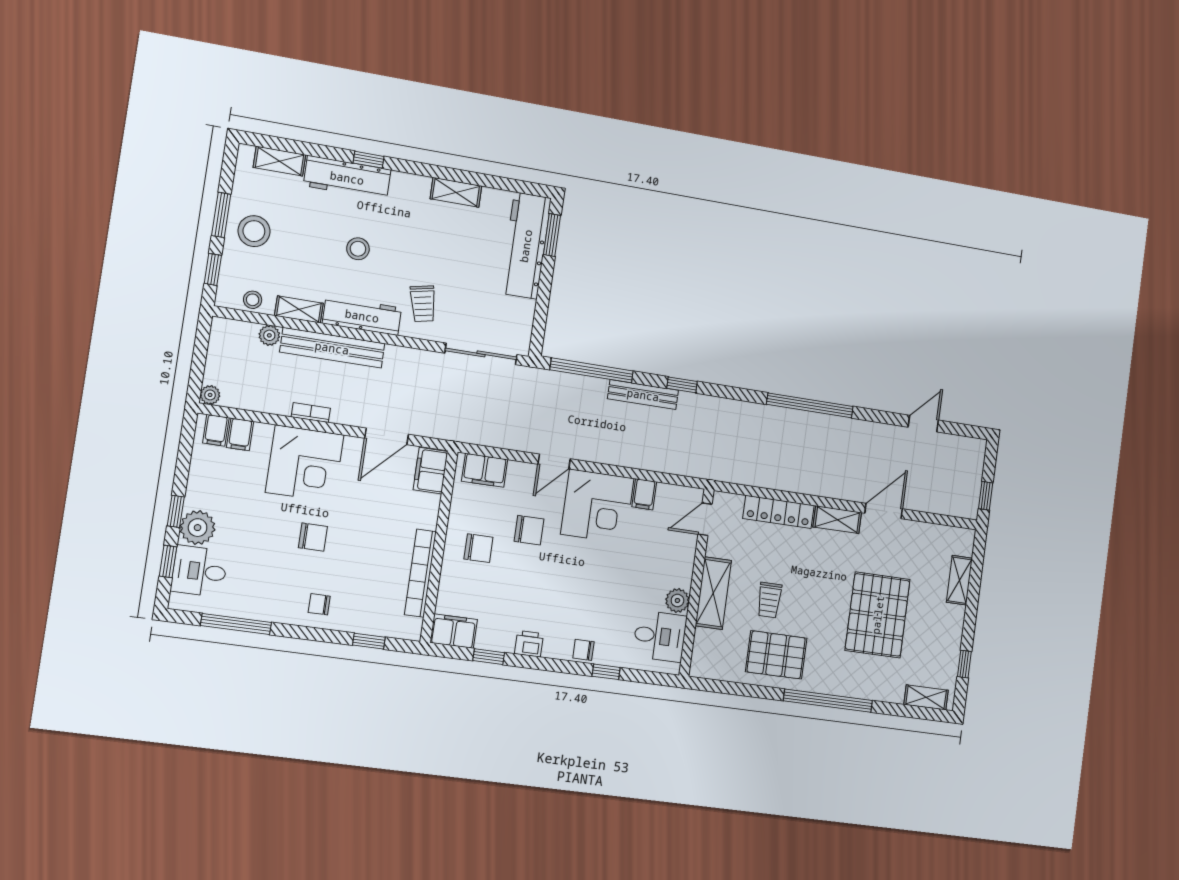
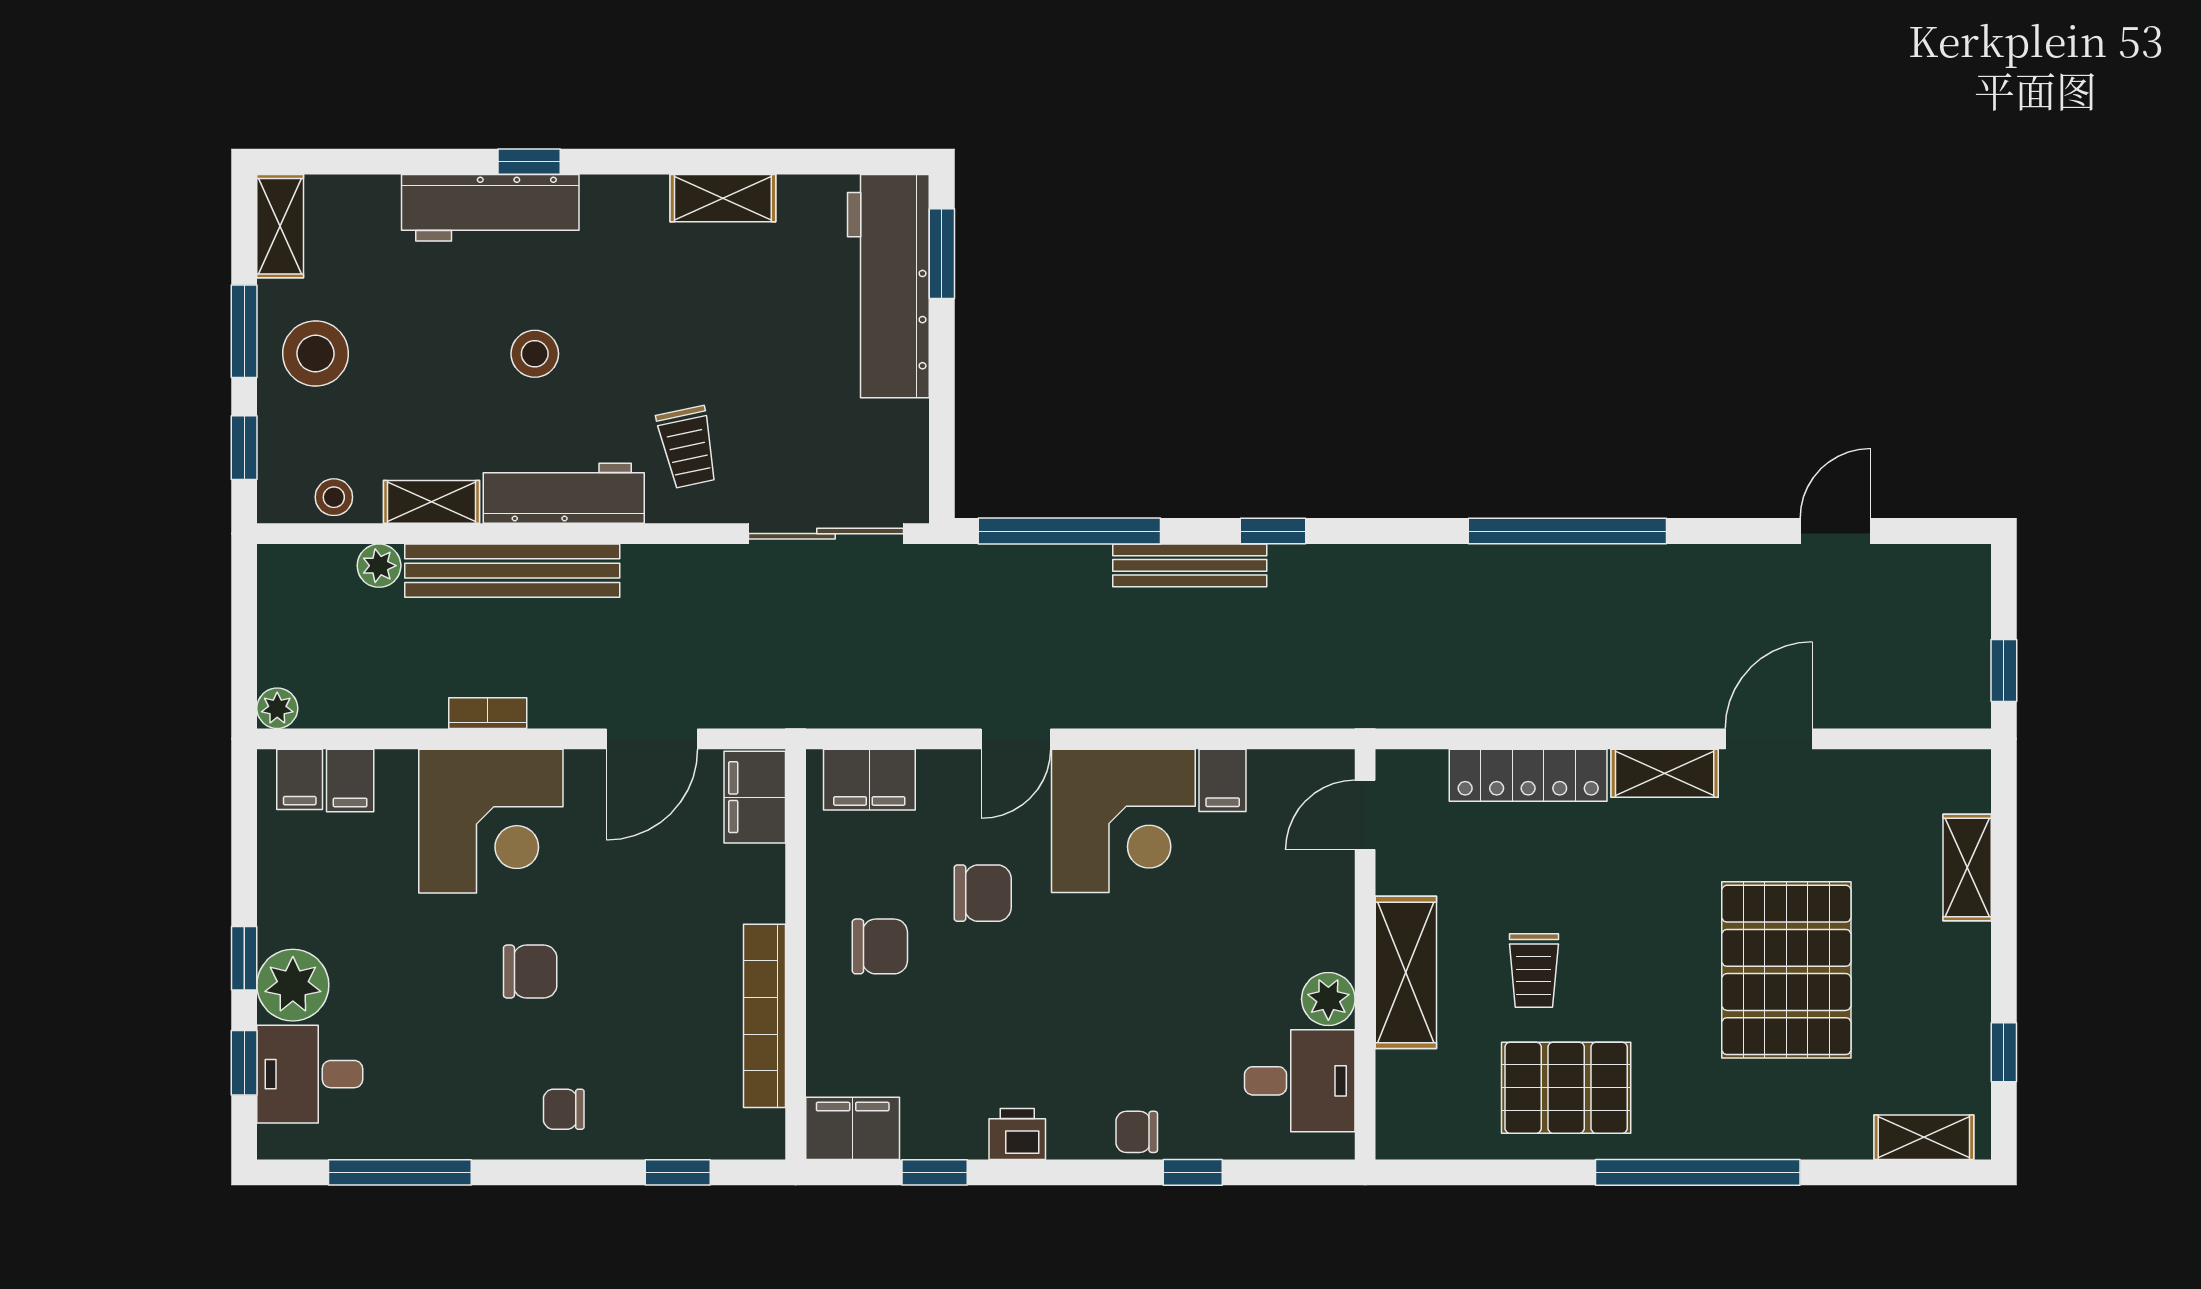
shelving: (280, 161) -> (280, 226), moved, turned 90

